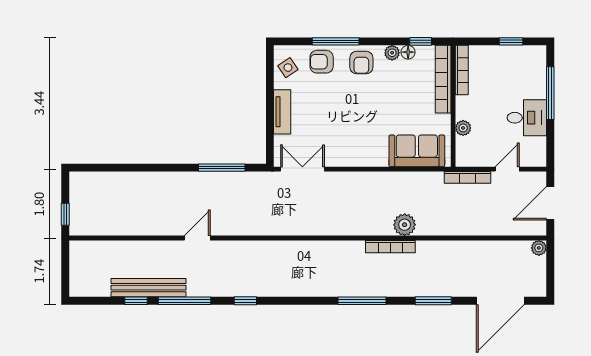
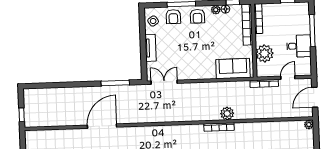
armchair: (322, 62) -> (173, 17), turned -90
plant: (463, 128) -> (265, 53), width x1.87, depth x1.87
door: (197, 238) -> (102, 126), width x1.87

